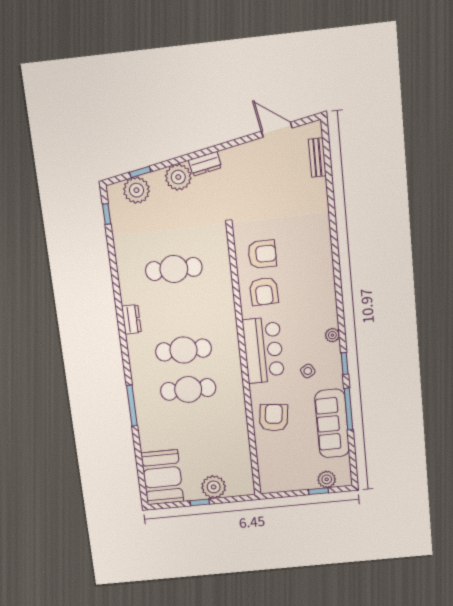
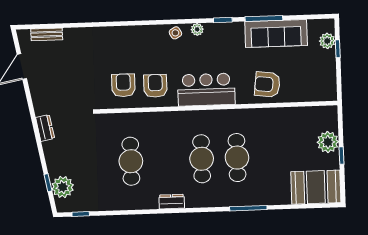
plant: (178, 177) -> (54, 151), removed
armchair: (264, 291) -> (155, 86), turned -88
side table: (308, 371) -> (175, 33), moved

